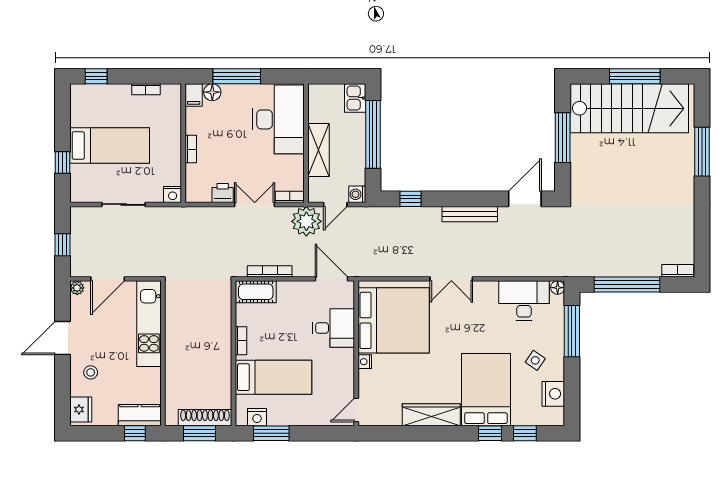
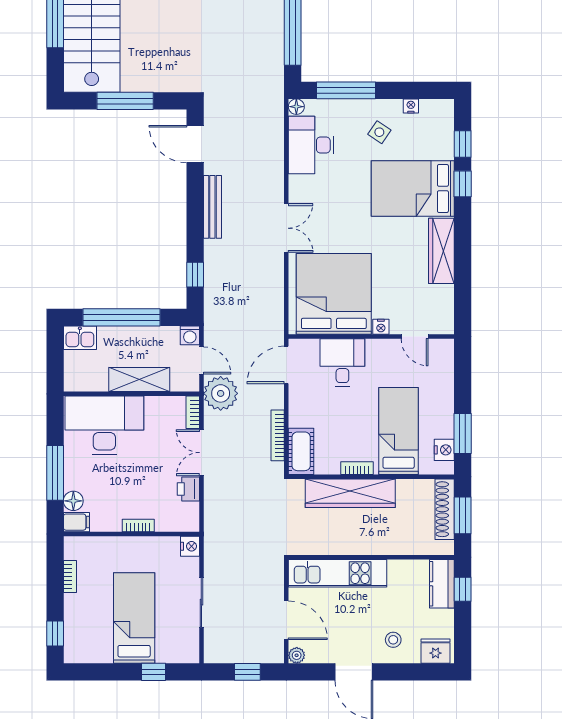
wardrobe: (219, 335) -> (350, 493), added
nightstand: (553, 394) -> (411, 106), width x0.53, depth x0.56
door: (356, 410) -> (415, 337), moved

